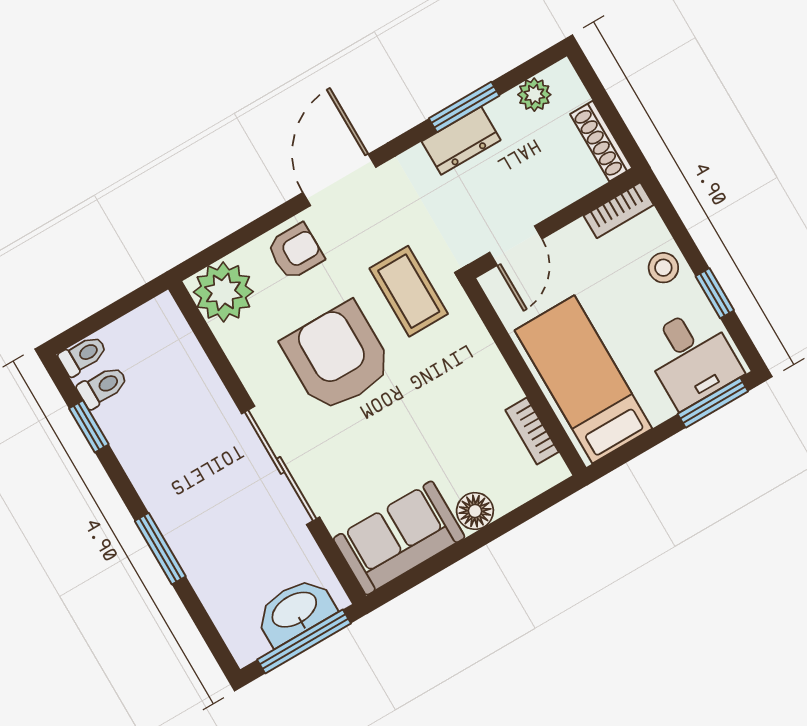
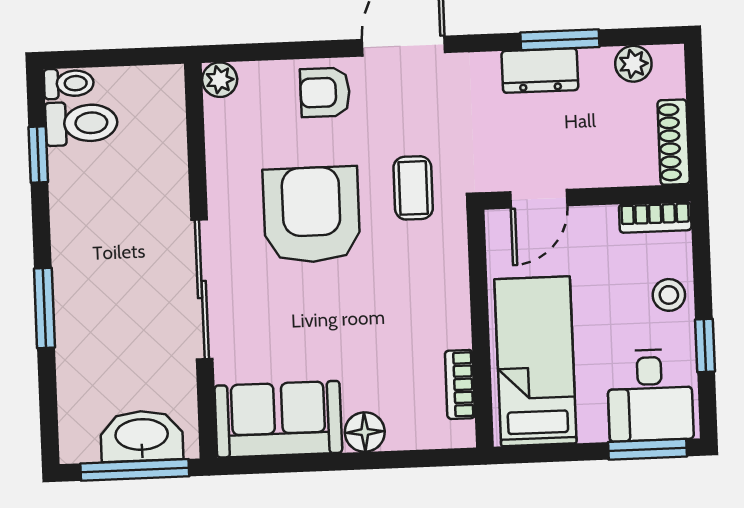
armchair: (295, 252) -> (325, 92), turned 180
coffee table: (409, 291) -> (413, 188), width x0.73, depth x0.77
plant: (223, 292) -> (220, 80), width x0.53, depth x0.53
toilet: (103, 387) -> (81, 123), width x1.37, depth x1.39

